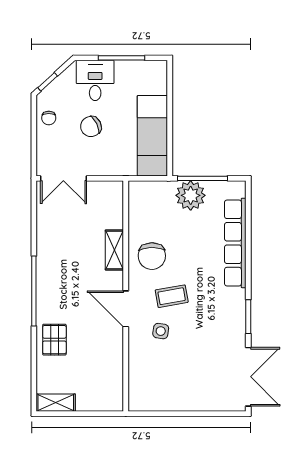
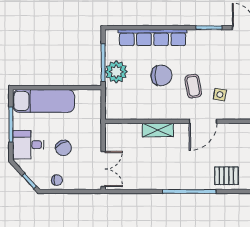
exam couch: (152, 136) -> (44, 101), moved
chair: (152, 256) -> (161, 75), moved

